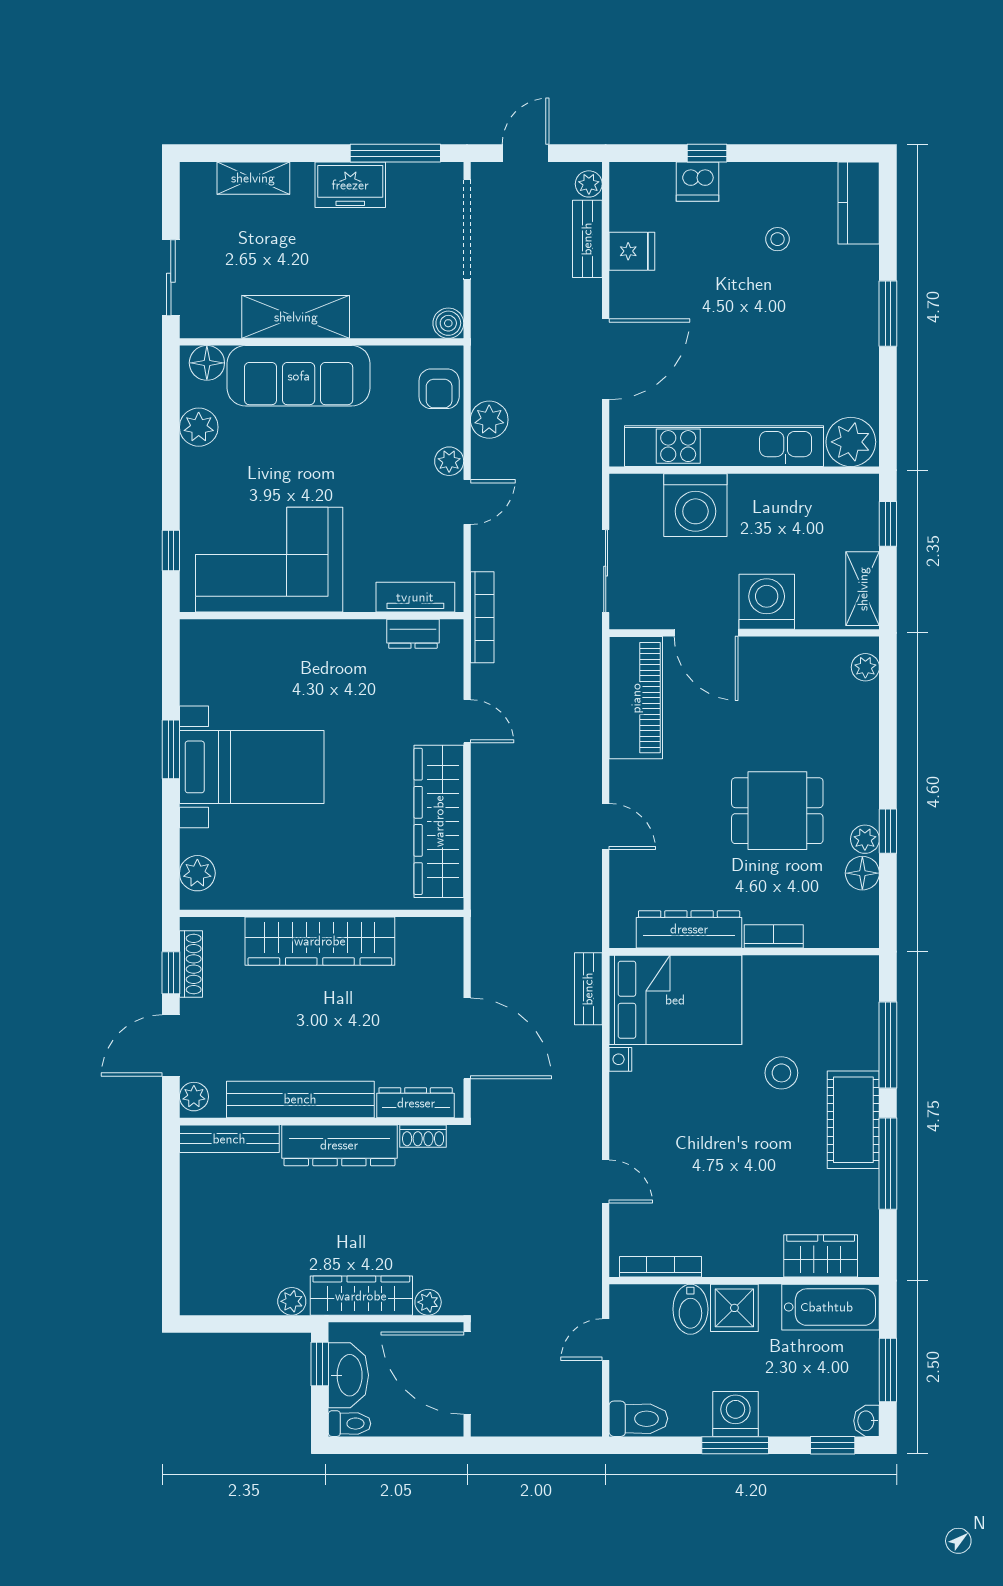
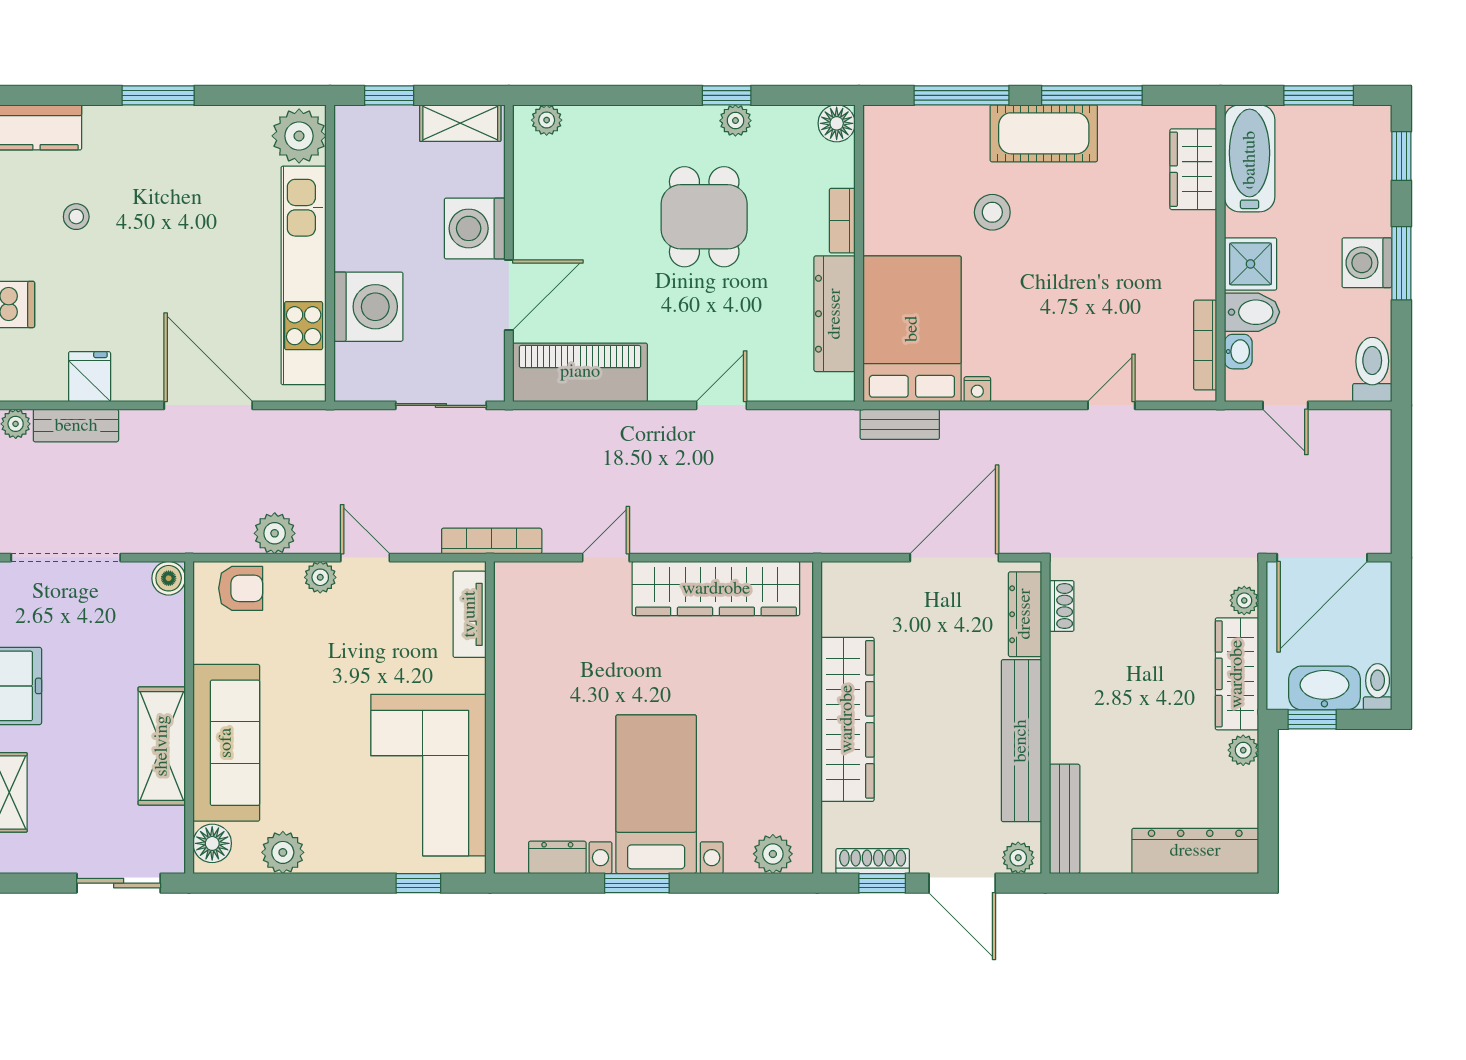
dresser: (413, 634) -> (557, 857), moved, turned -90
floor lamp: (862, 873) -> (837, 123), moved
dresser: (339, 1145) -> (1195, 851), moved, turned -90
washbasin: (867, 1421) -> (1238, 352), moved, turned -90

